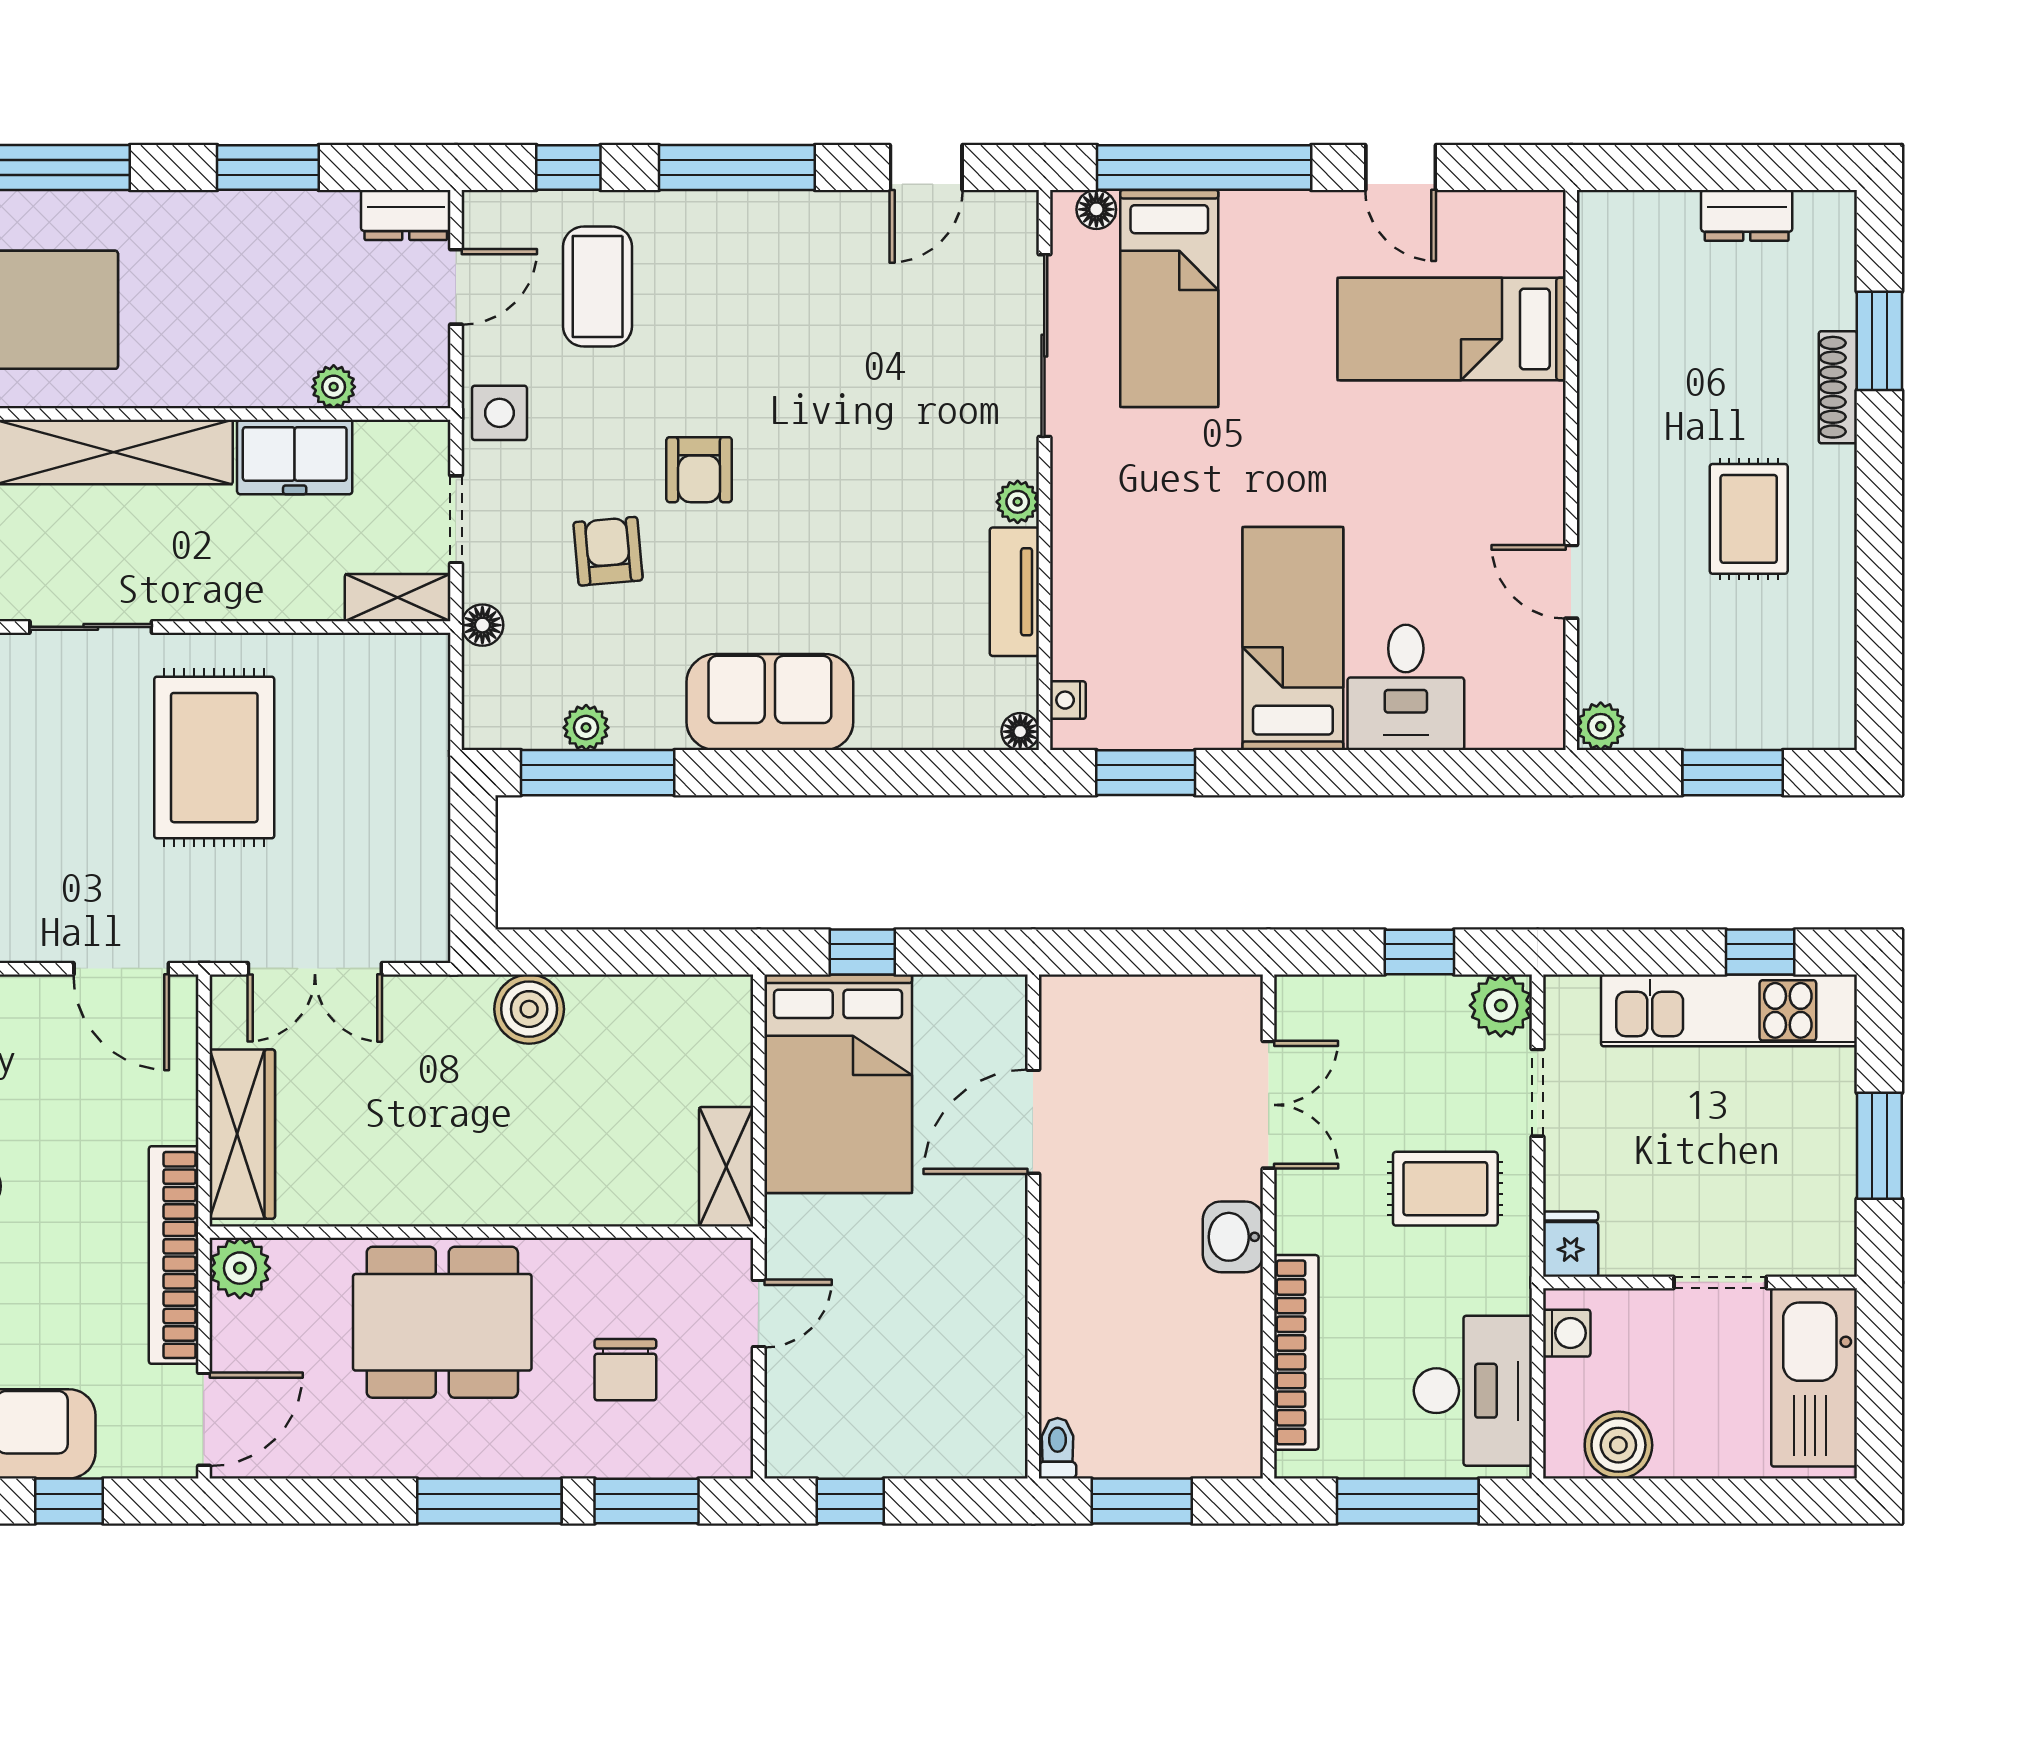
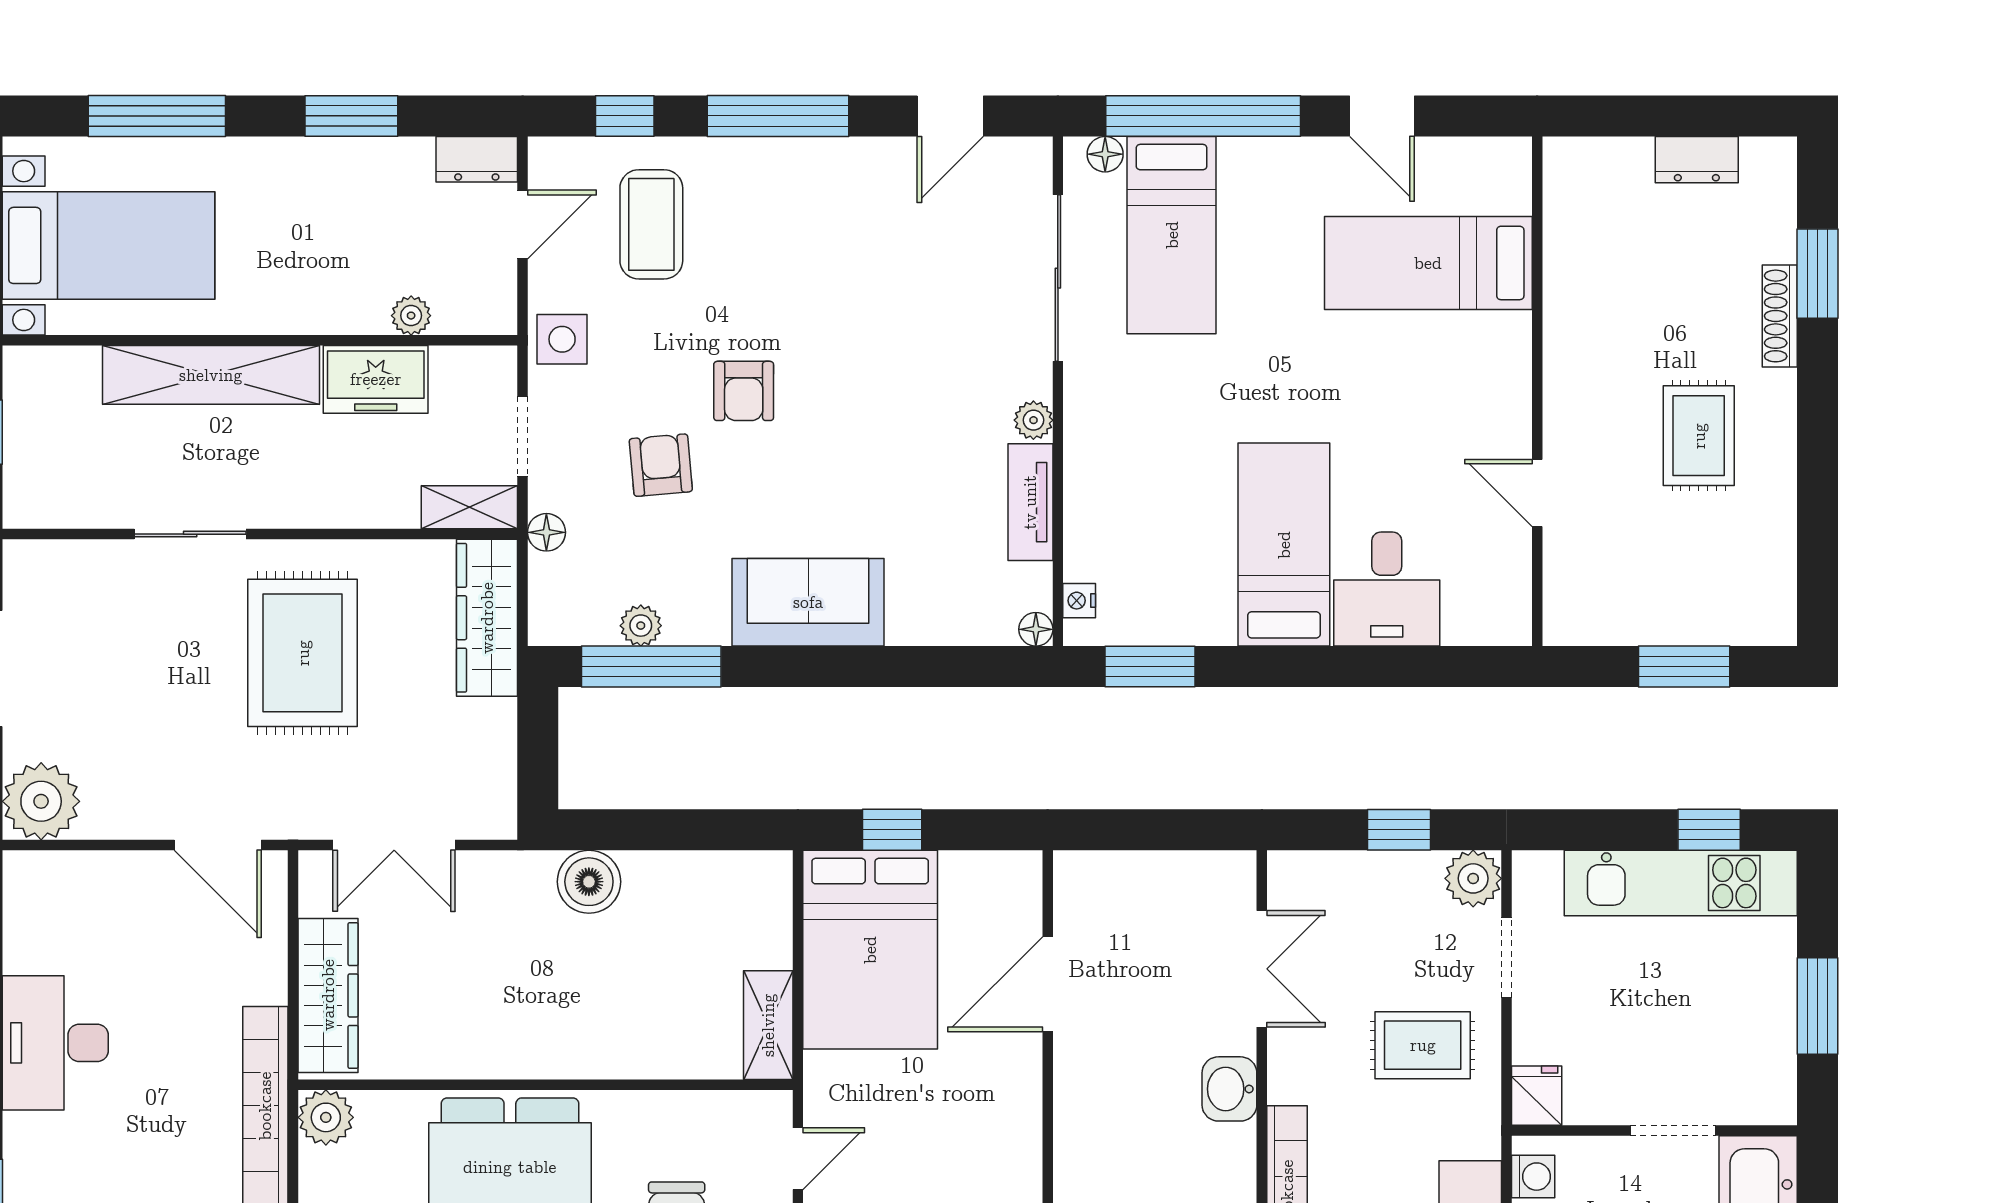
wardrobe: (417, 719) -> (487, 618), added
plant: (1601, 726) -> (1564, 624), removed

